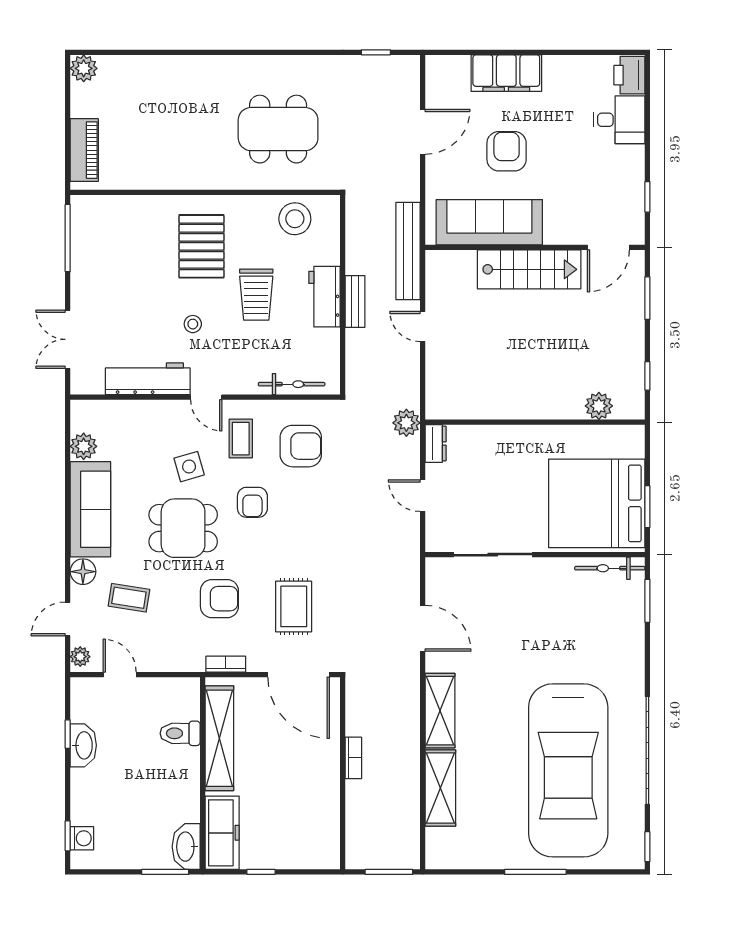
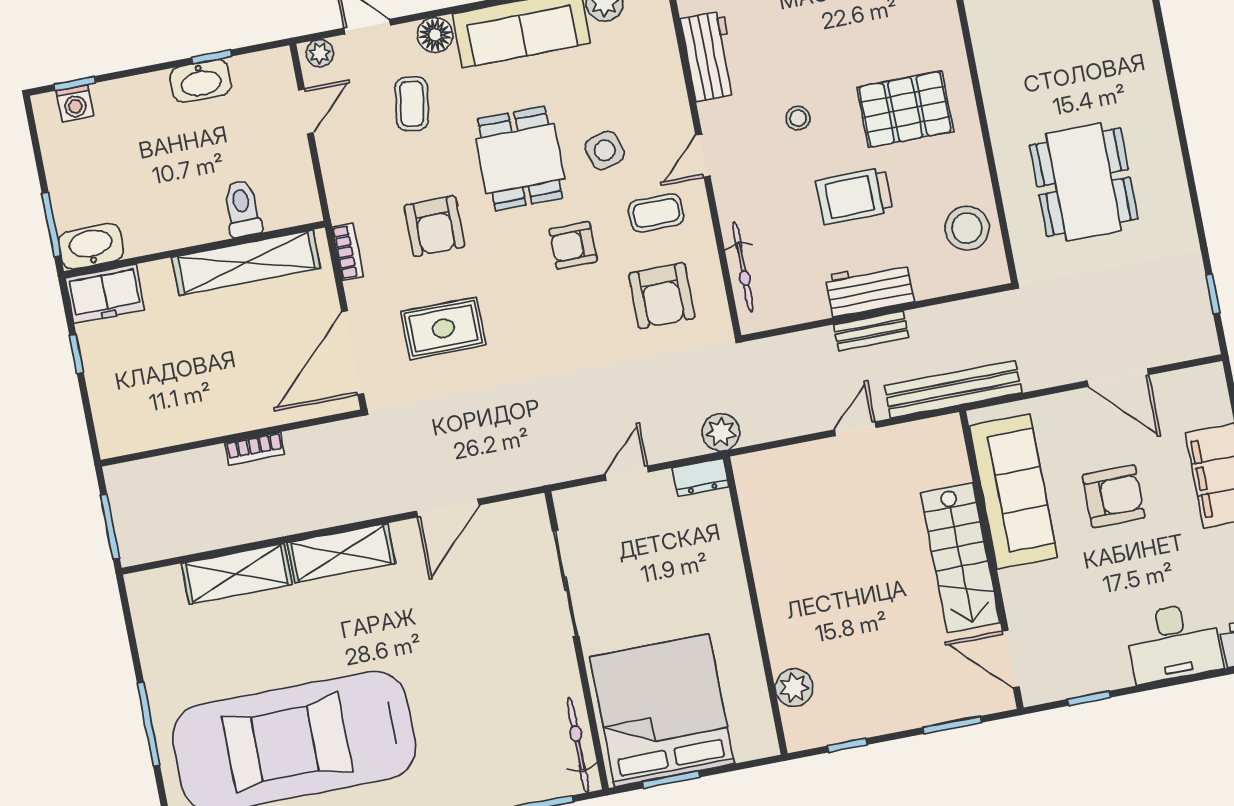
desk: (619, 120) -> (1174, 642), width x1.37
workbench: (148, 379) -> (709, 56), width x0.73
freezer: (222, 833) -> (105, 294), width x0.71

